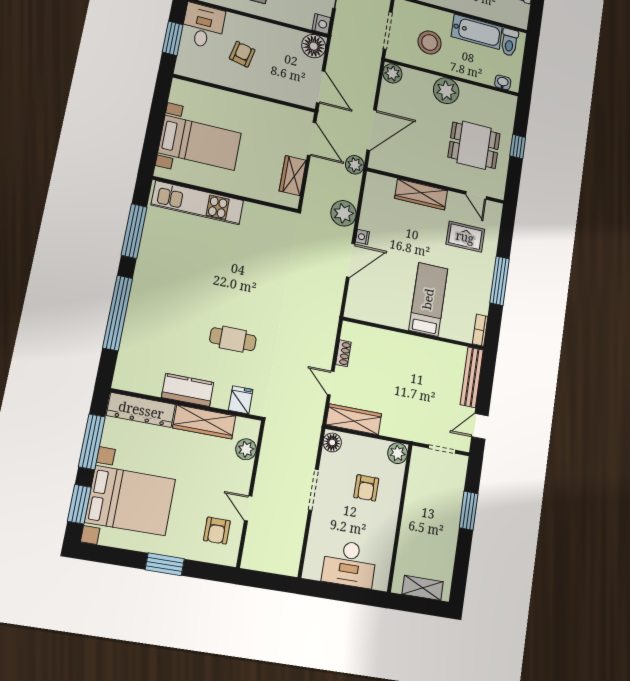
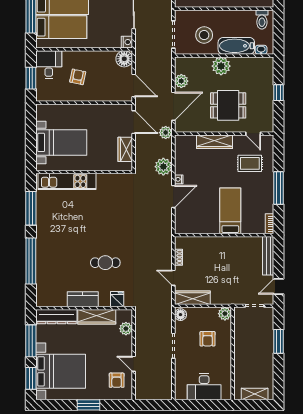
bathtub: (477, 32) -> (236, 46), moved, turned 180
plant: (392, 73) -> (181, 81), moved
dining table: (474, 145) -> (228, 105), moved

